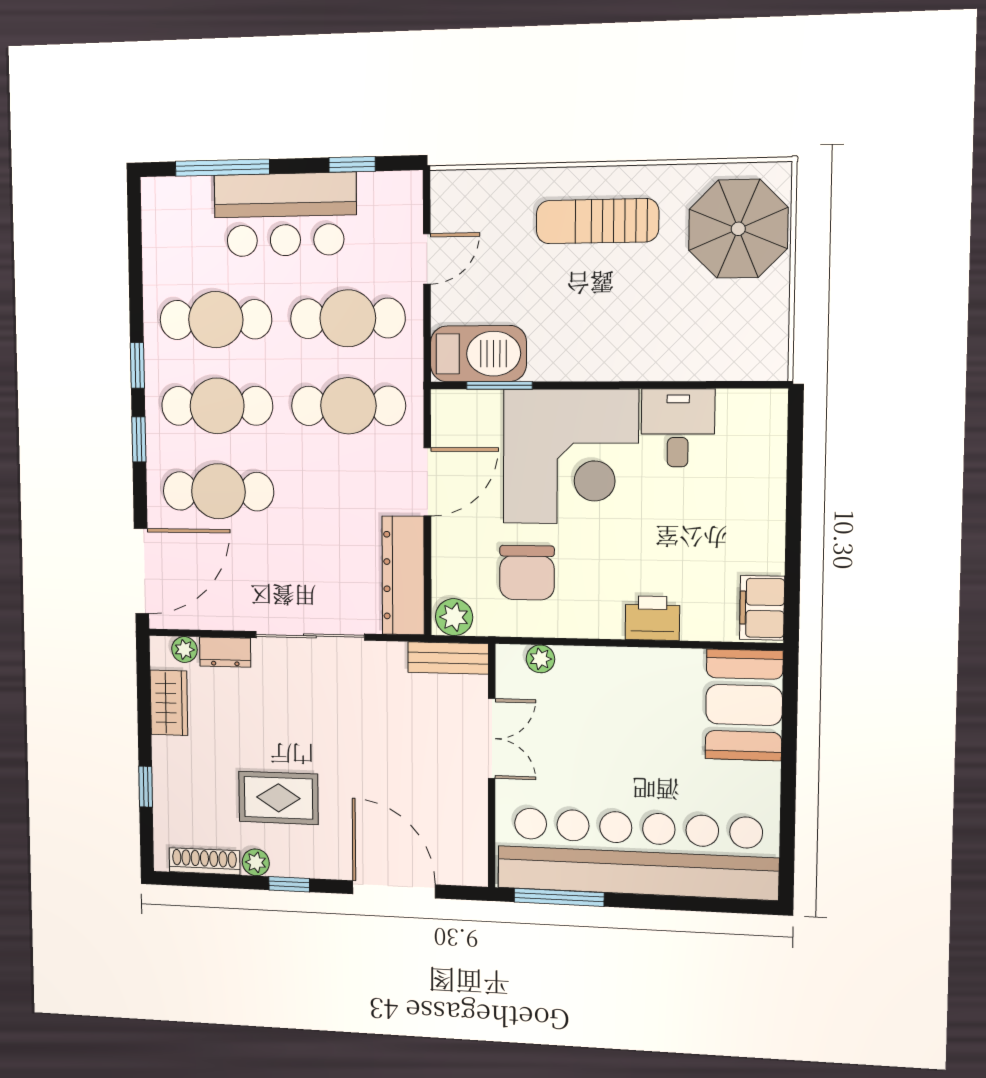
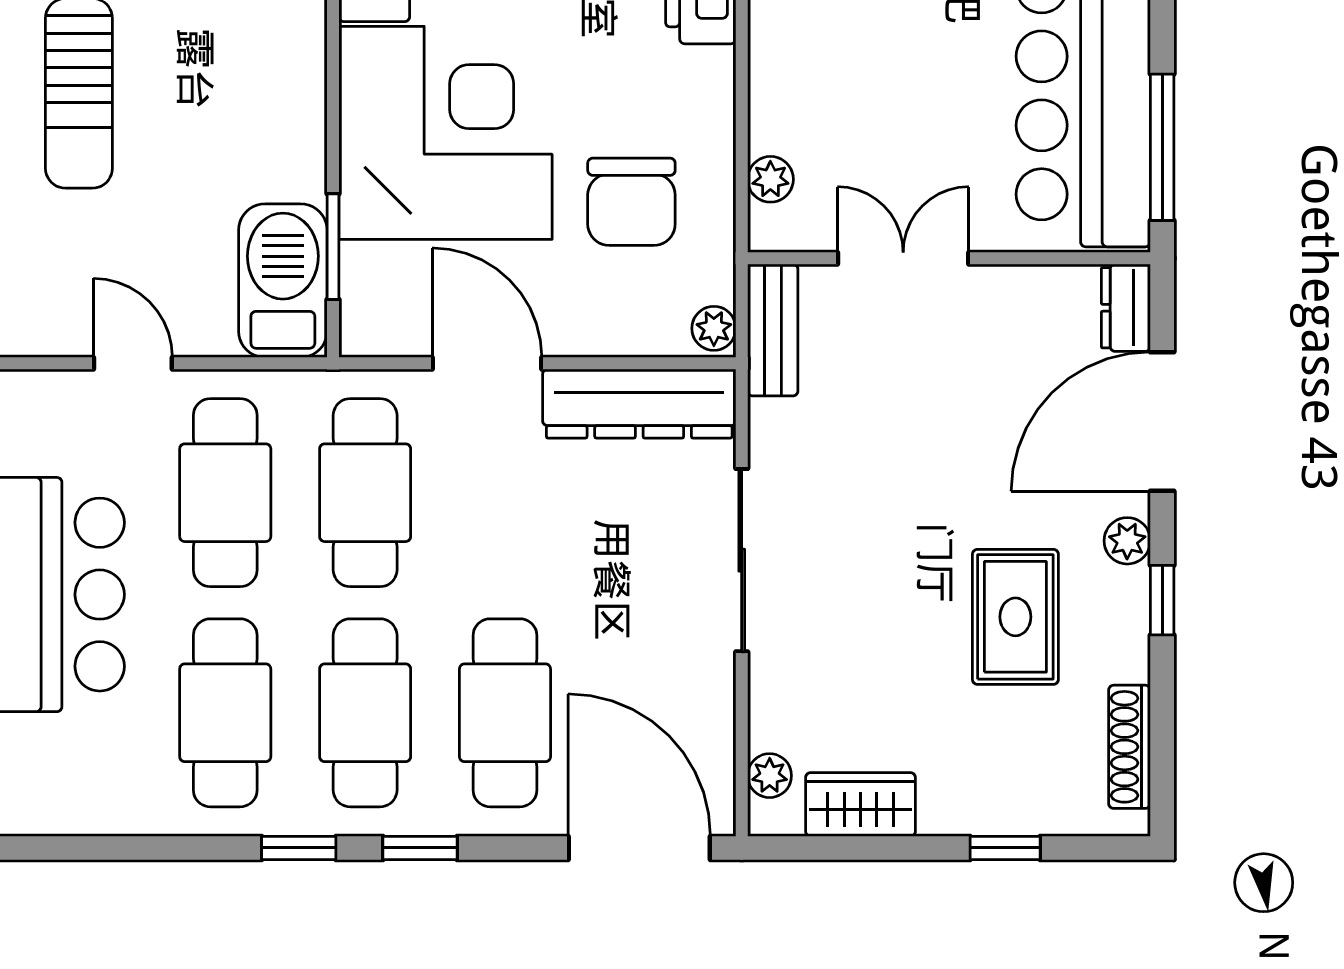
chair: (527, 573) -> (631, 202), turned 90
plant: (454, 617) -> (714, 328), width x0.73, depth x0.73
dresser: (225, 652) -> (1126, 308), moved, turned 180
plant: (256, 862) -> (1127, 541), moved

